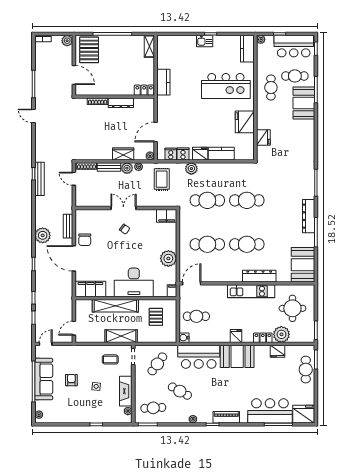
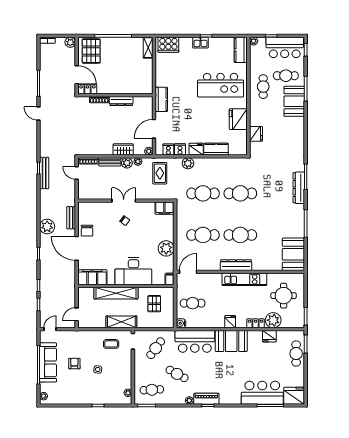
cooker: (171, 43) -> (168, 45), added
kitchen counter: (163, 82) -> (161, 99), moved
locker: (144, 90) -> (87, 89), moved
dresser: (309, 216) -> (299, 188), moved
dresser: (259, 276) -> (236, 265), moved
fireplace: (126, 391) -> (126, 374), removed
piano: (226, 417) -> (206, 399), moved

